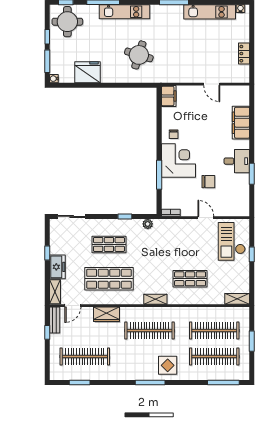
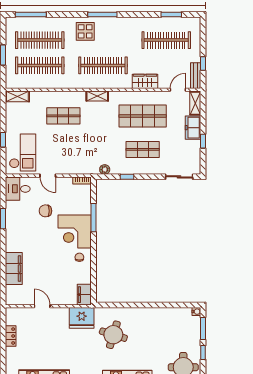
fridge: (87, 72) -> (82, 318), moved
desk: (237, 161) -> (18, 189), moved

